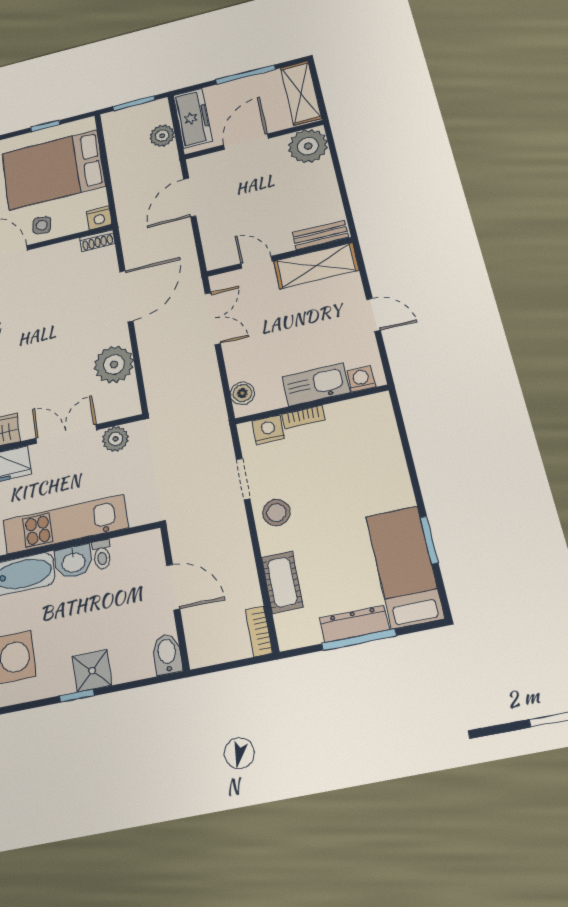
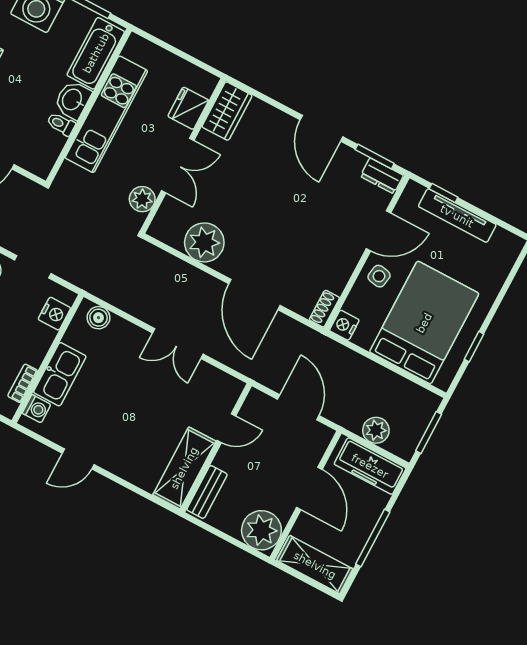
bench: (320, 235) -> (207, 492), moved
wall: (279, 257) -> (216, 448), moved
door: (256, 262) -> (226, 428), moved
shelving: (316, 266) -> (184, 468), moved
bookcase: (303, 417) -> (23, 383), moved

